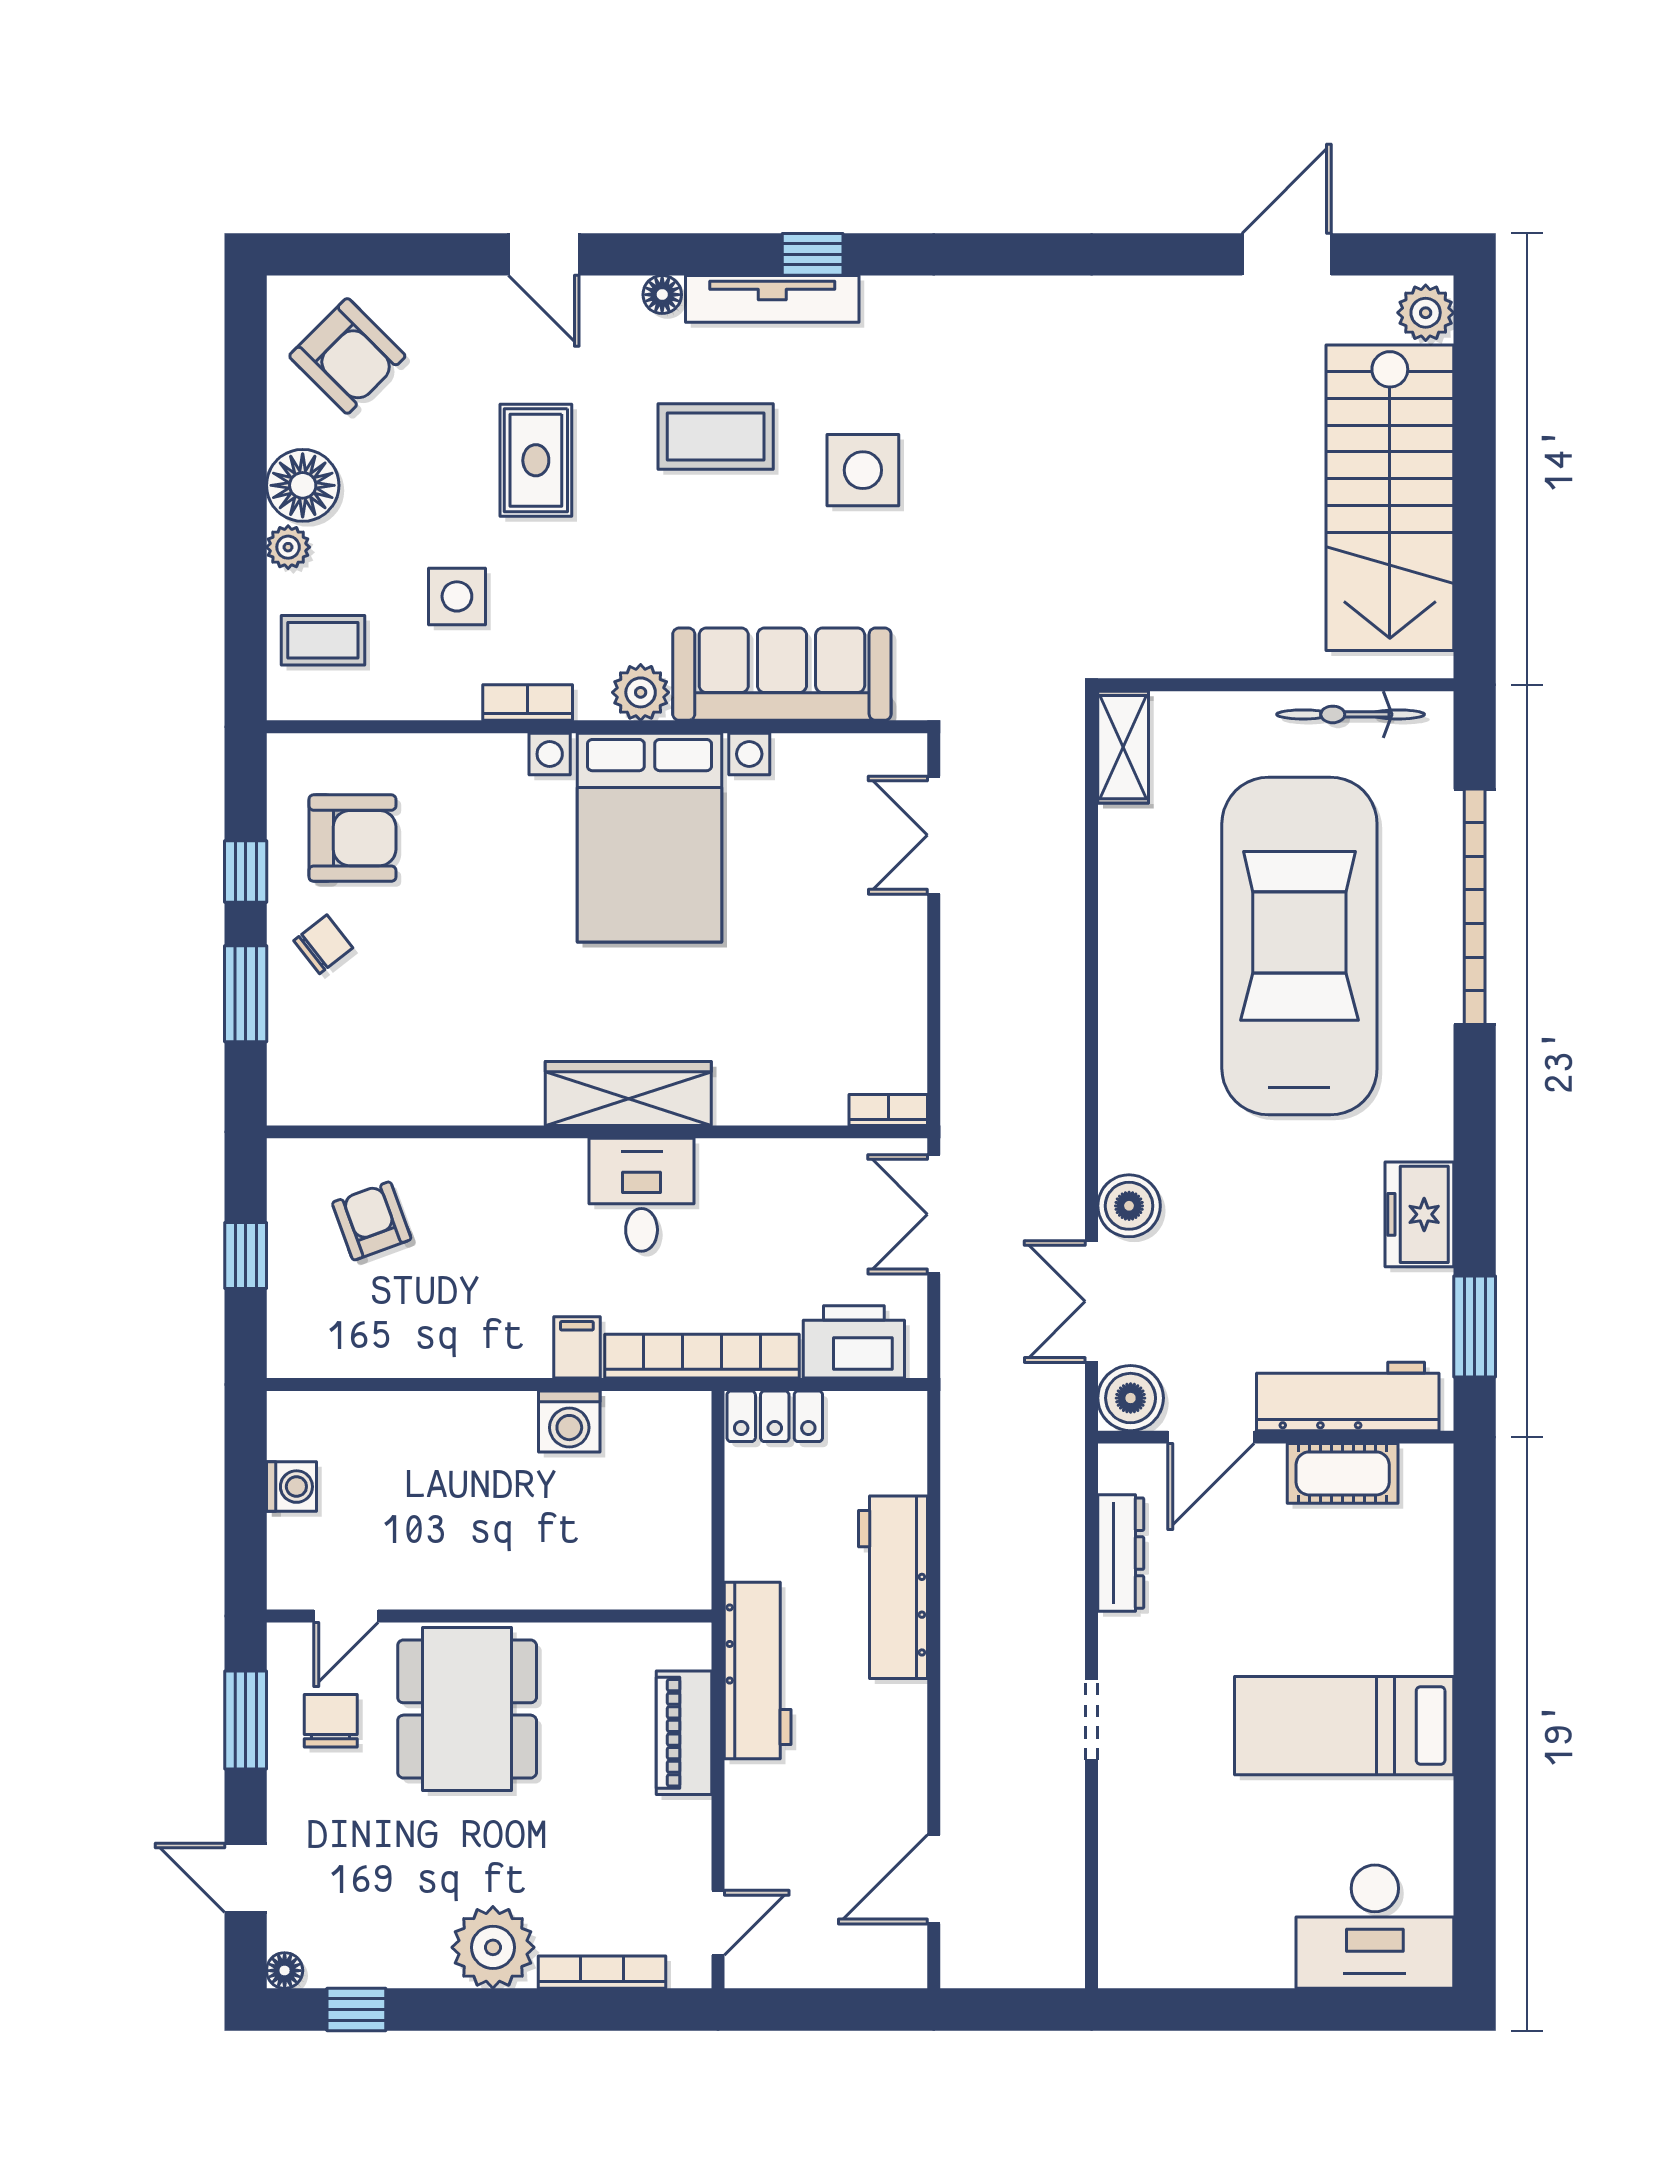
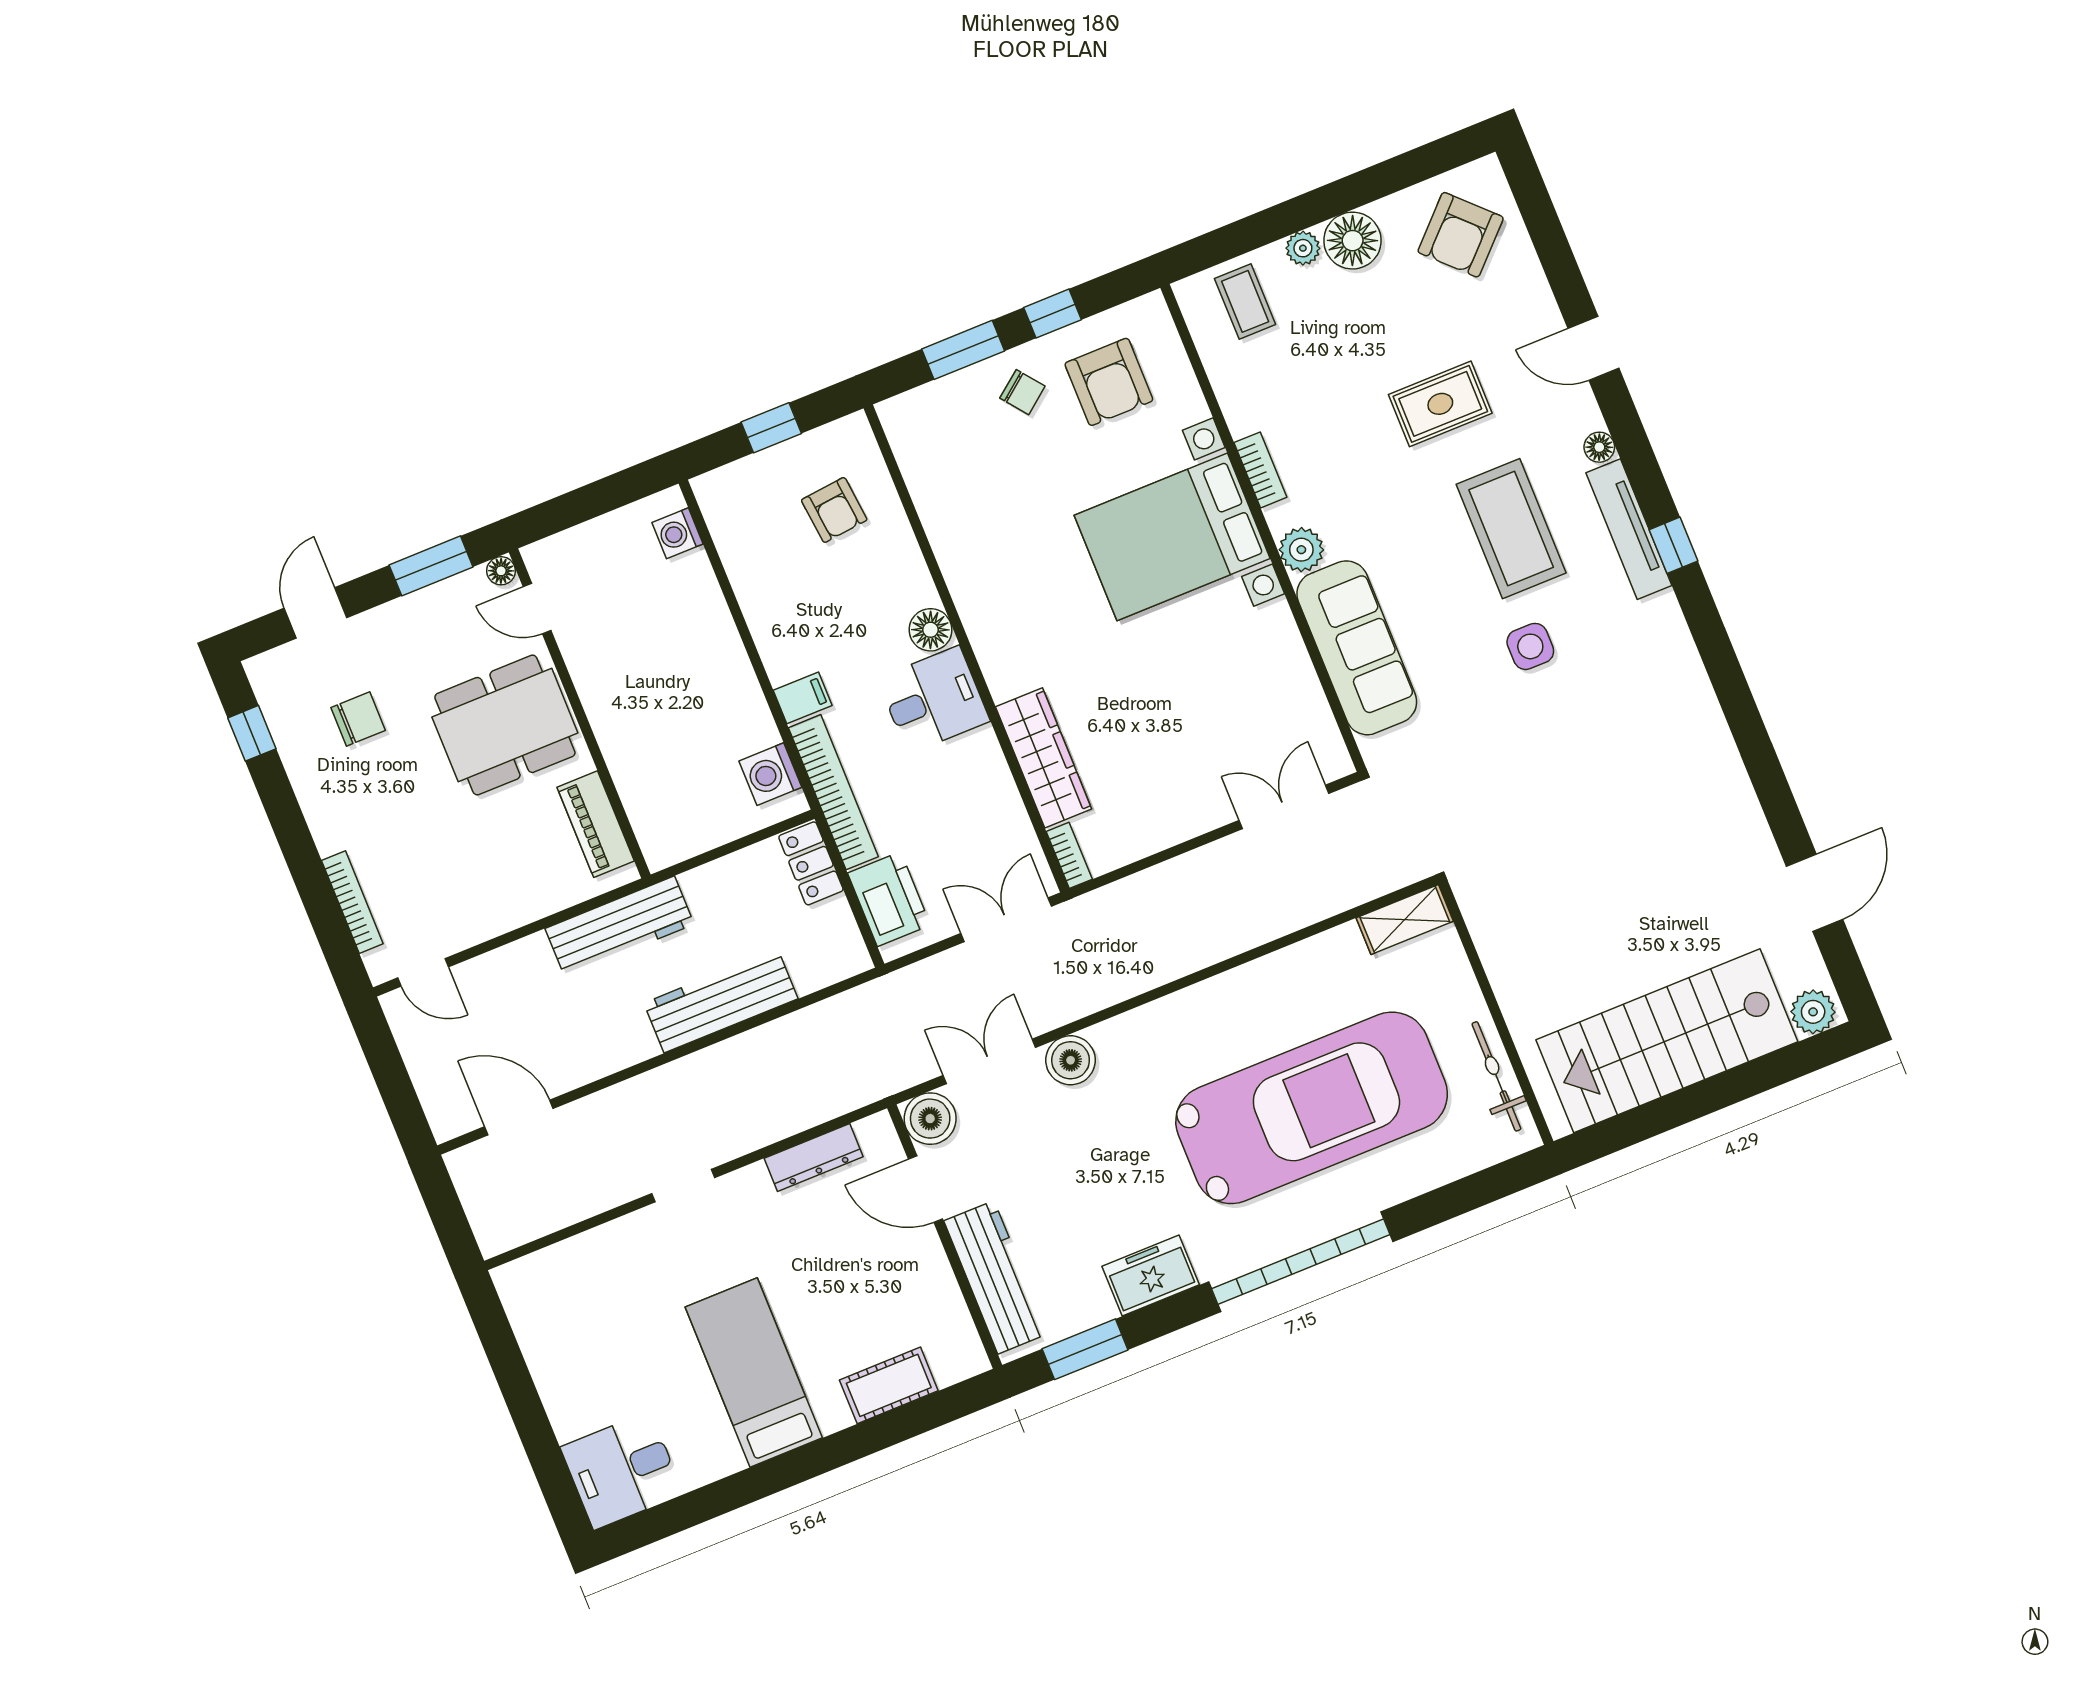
door: (544, 254) -> (1593, 348), hinge flipped
door: (1287, 254) -> (1815, 893), hinge flipped
coffee table: (716, 437) -> (1511, 529), width x1.36, depth x1.32
side table: (863, 470) -> (1530, 646), width x0.73, depth x0.73
side table: (457, 596) -> (1317, 387), removed
bed with nightstands: (649, 838) -> (1172, 537), moved
garage door: (1475, 907) -> (1301, 1262), moved
wardrobe: (628, 1094) -> (1044, 758), moved
floor lamp: (558, 1165) -> (930, 630), added
armchair: (372, 1221) -> (834, 510), turned 104
washing machine: (569, 1421) -> (770, 774), moved
cot: (1343, 1473) -> (889, 1385), moved, turned 90
washing machine: (291, 1487) -> (677, 533), moved, turned 90
chair: (331, 1721) -> (358, 719), moved
piano: (684, 1733) -> (596, 824), moved, turned -90
desk: (1375, 1927) -> (622, 1470), width x0.73
plant: (493, 1947) -> (338, 815), removed
floor lamp: (285, 1971) -> (501, 571), moved

